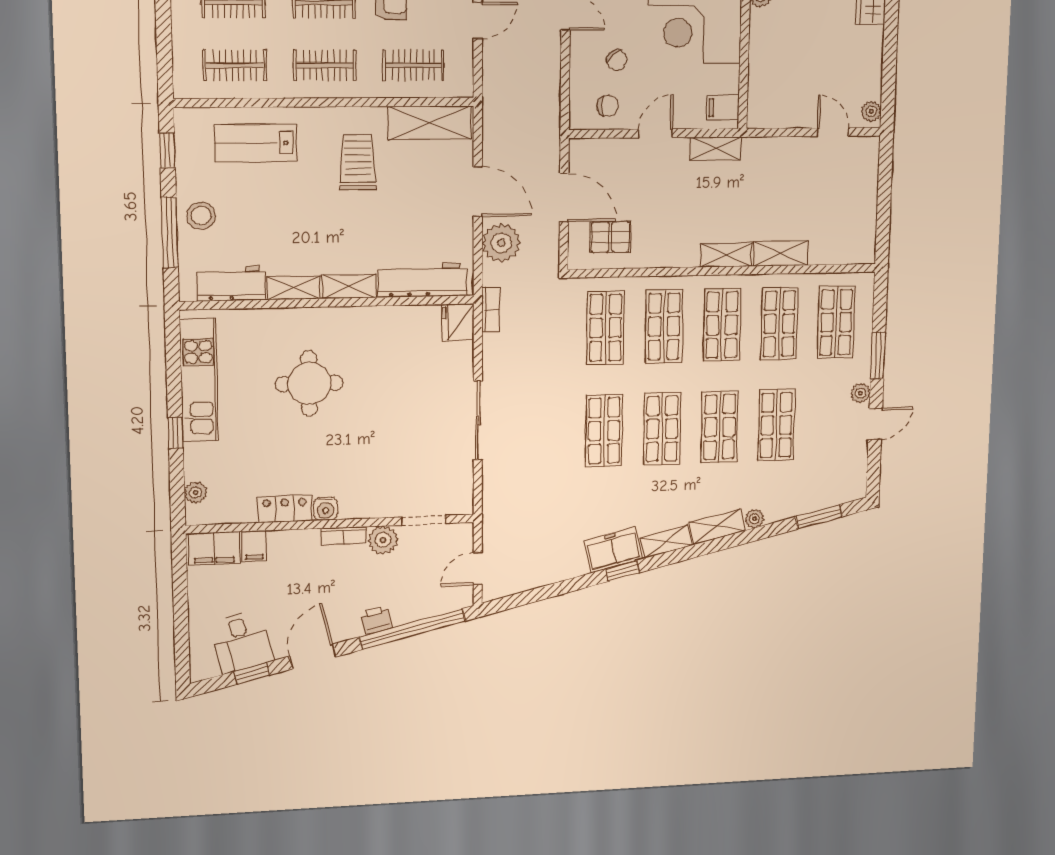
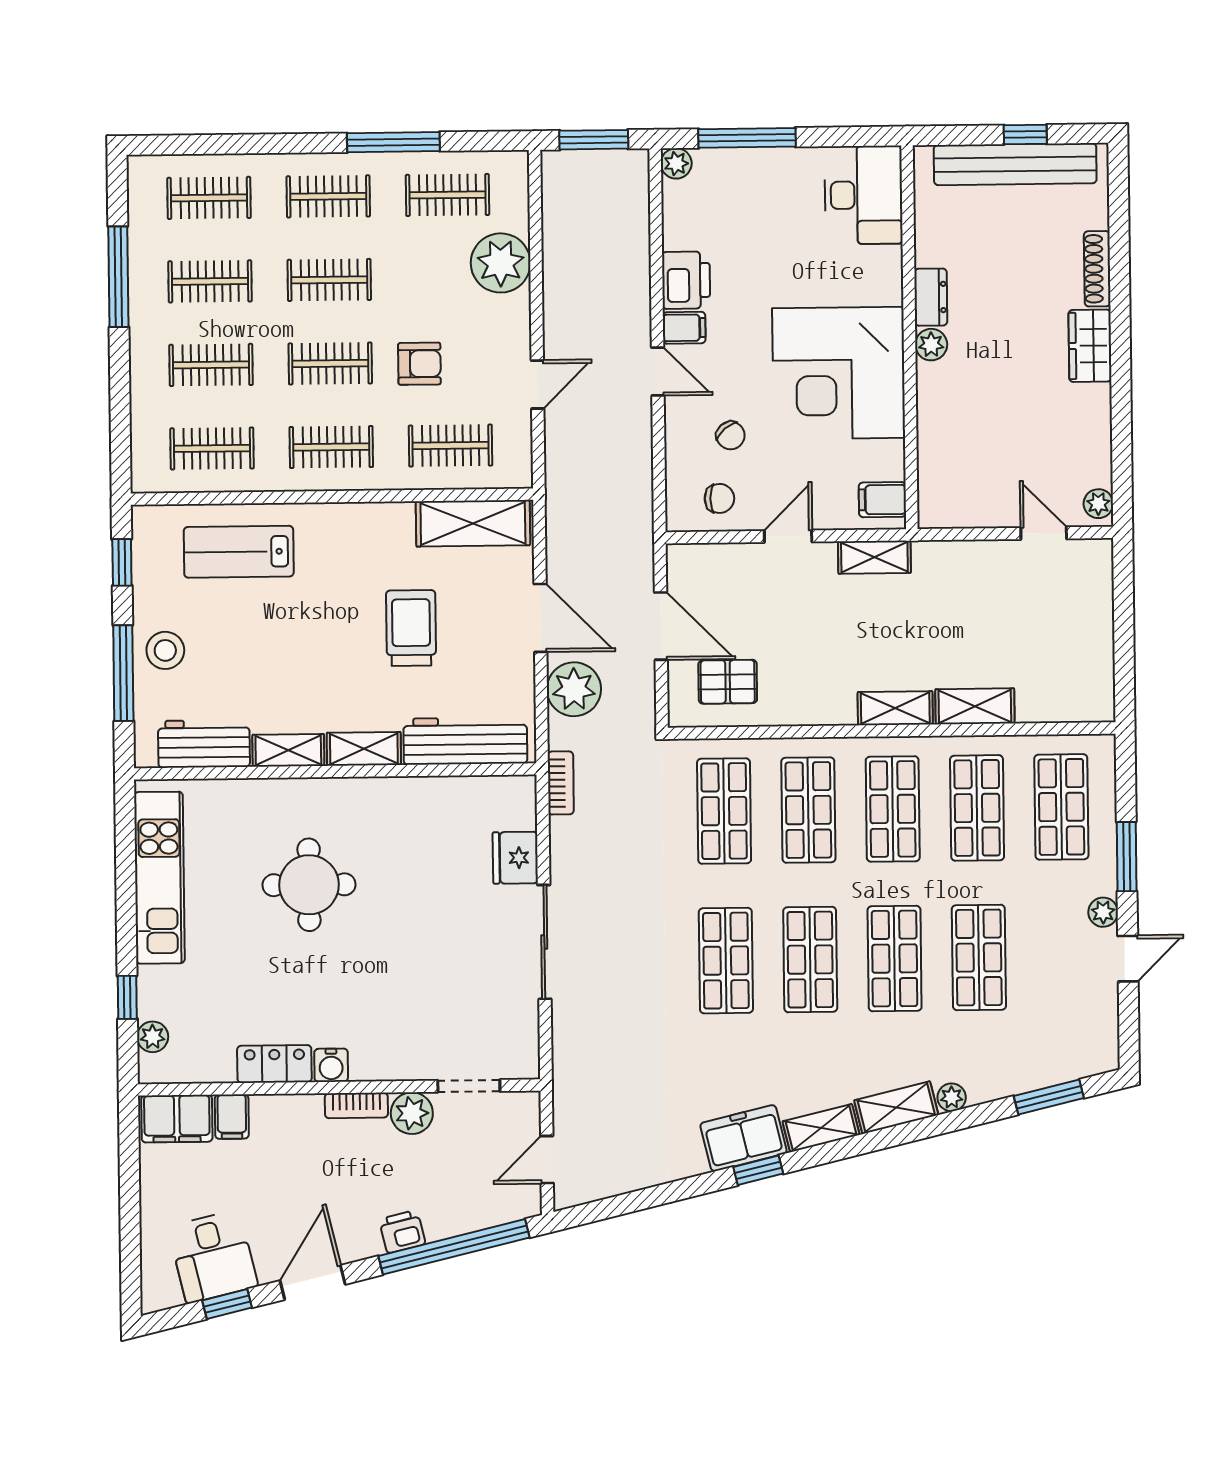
trolley: (358, 162) -> (411, 628), moved
fridge: (458, 322) -> (515, 858), moved
window: (176, 433) -> (127, 997), moved

